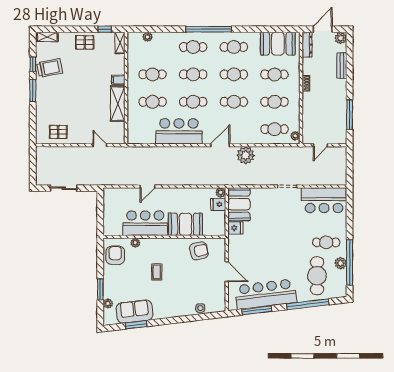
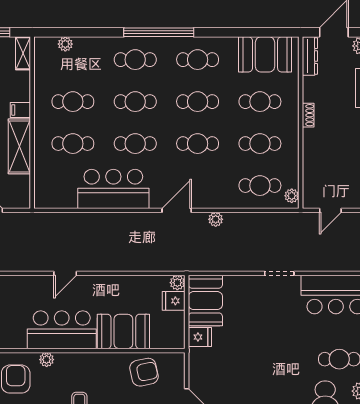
plant: (246, 155) -> (216, 219), width x0.53, depth x0.53

